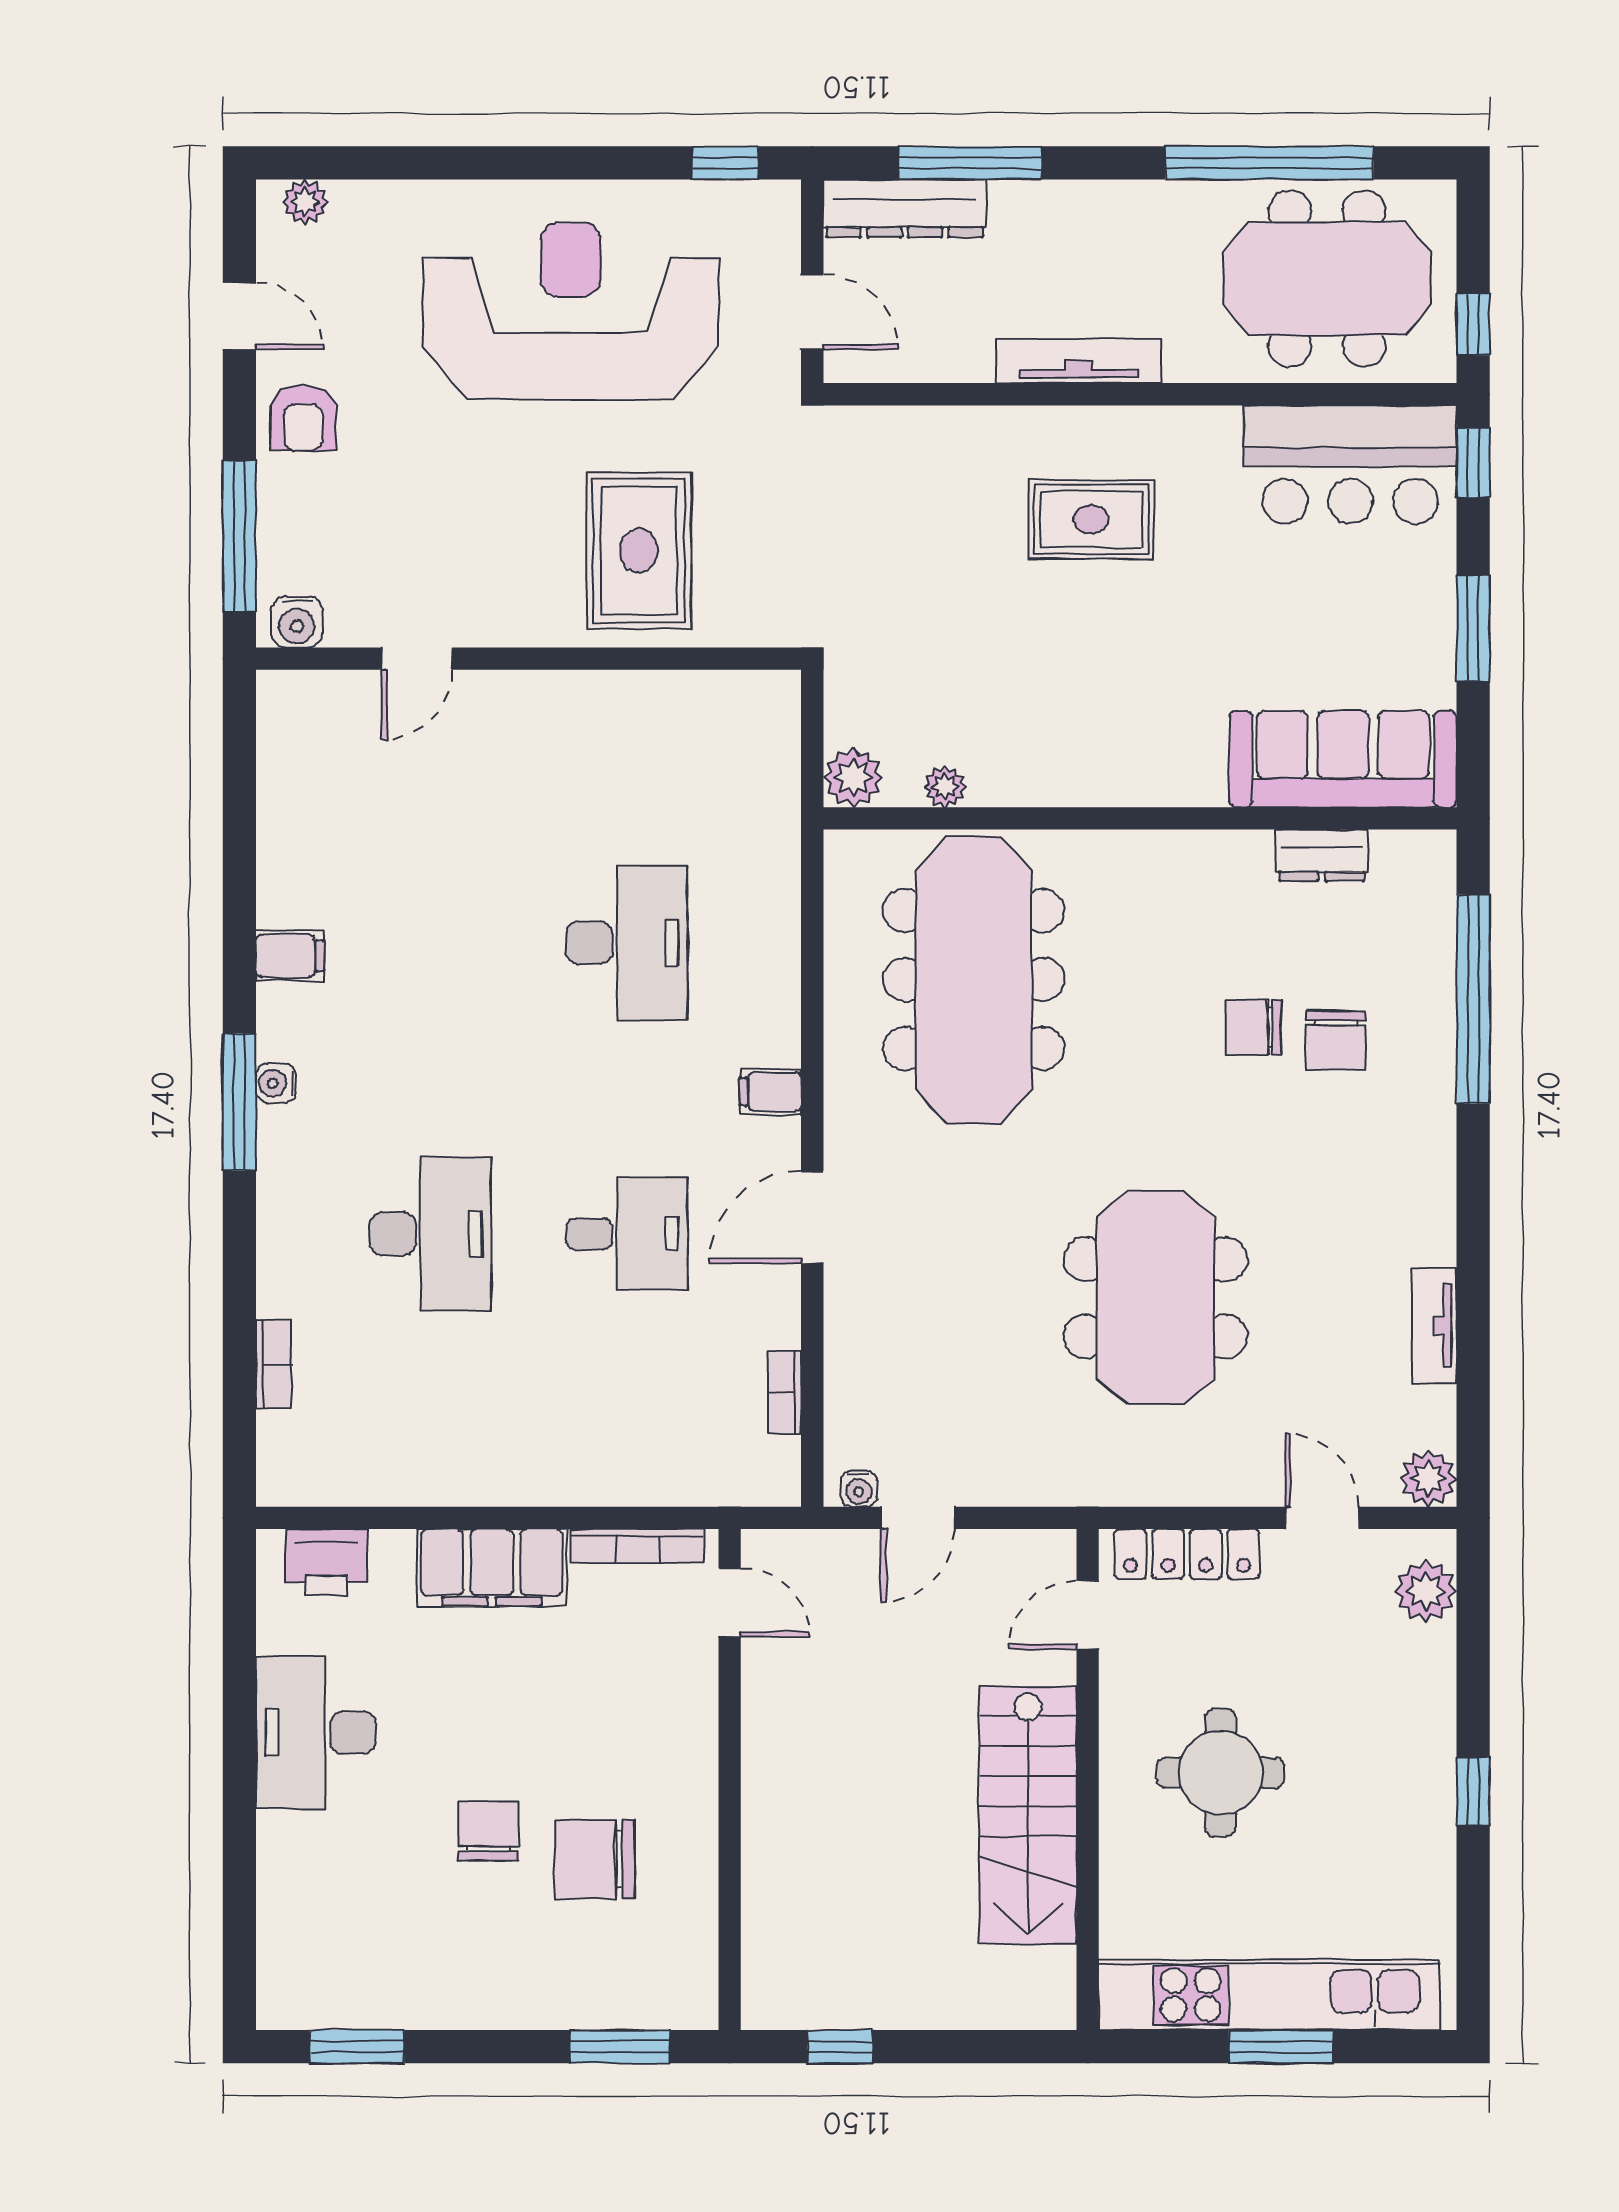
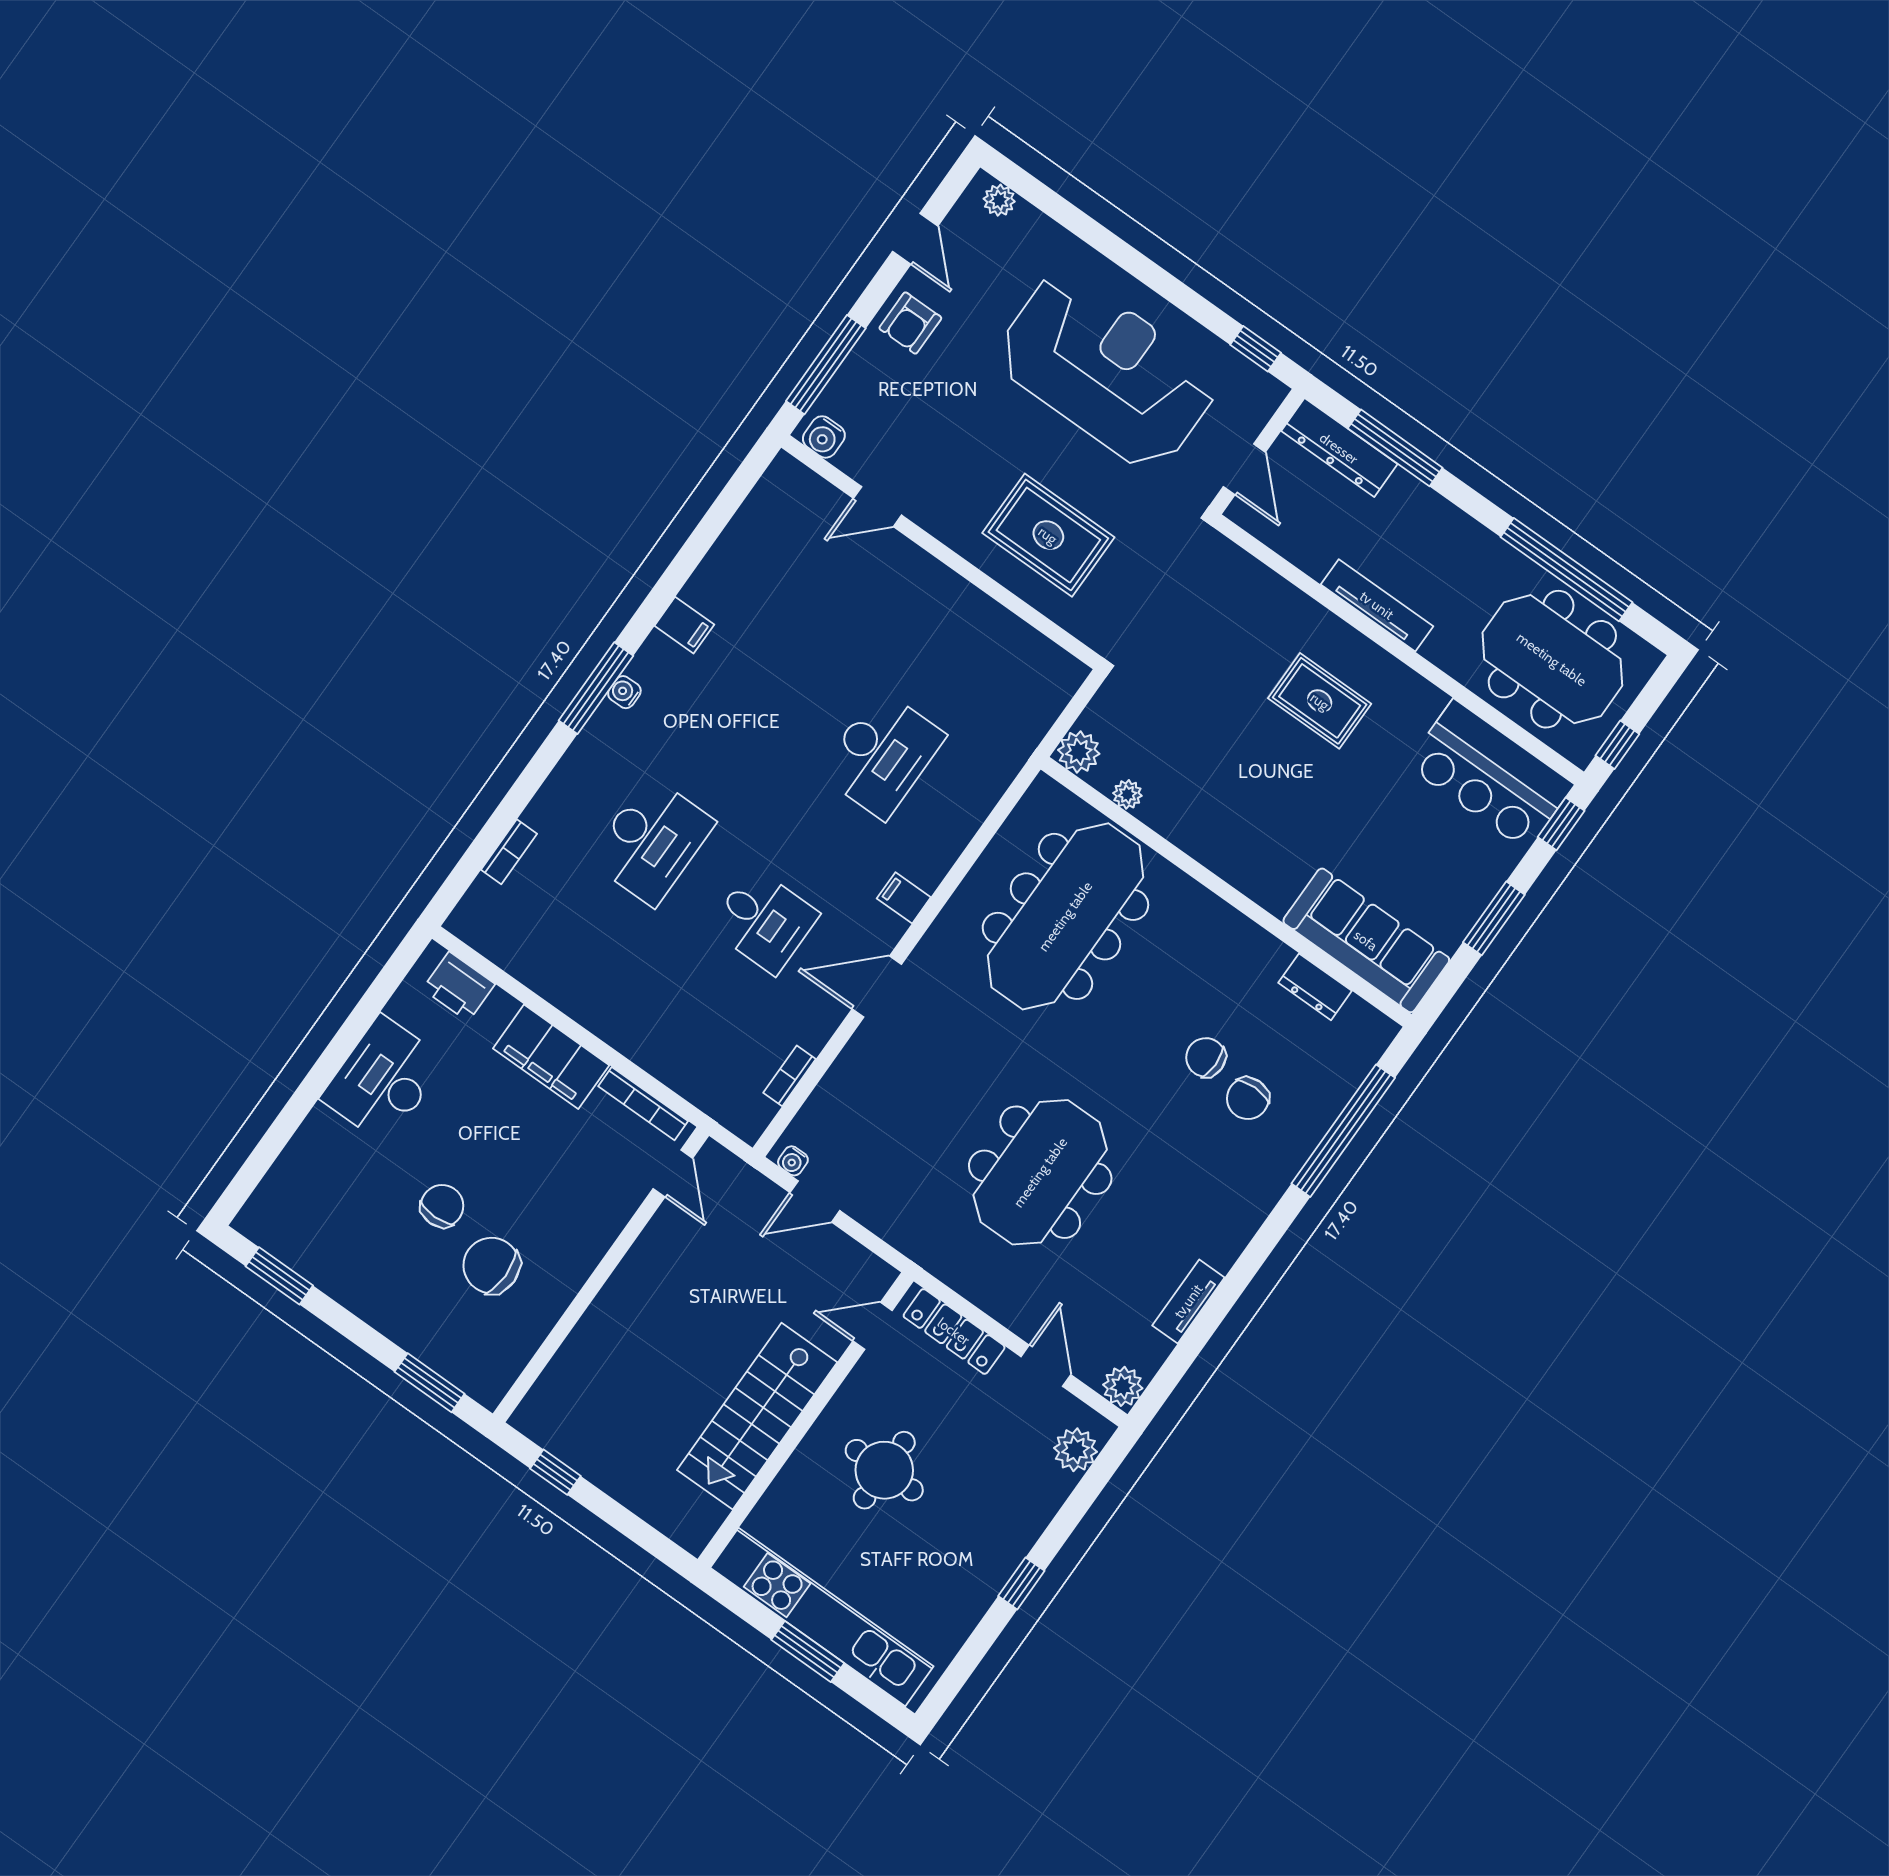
rug: (639, 551) -> (1048, 535), turned 90

